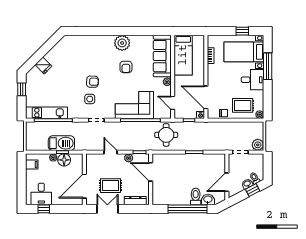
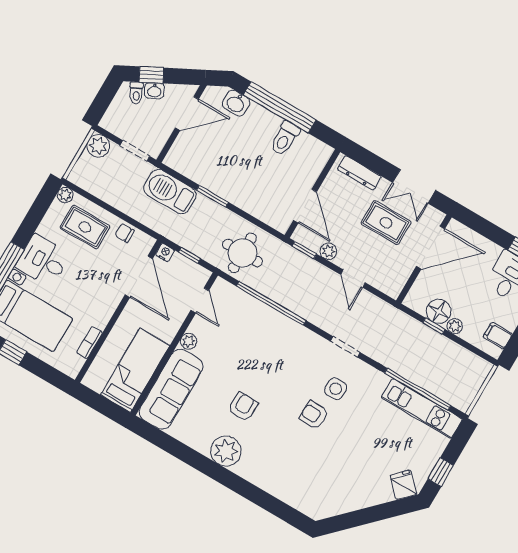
fridge: (43, 65) -> (403, 485), moved
corner sofa: (134, 105) -> (266, 335), removed
barbecue: (61, 143) -> (170, 192), moved
toilet: (196, 196) -> (285, 138), moved

